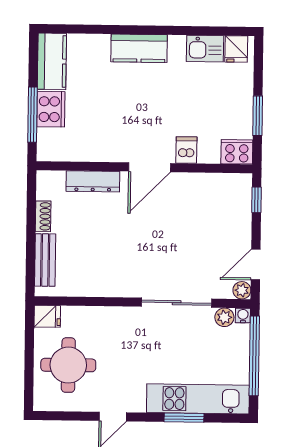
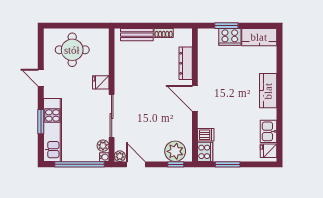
window: (33, 115) -> (226, 26), width x0.69
dishwasher: (186, 150) -> (206, 135), moved
plant: (235, 200) -> (175, 151), added
fridge: (47, 316) -> (101, 82), moved, turned 90

